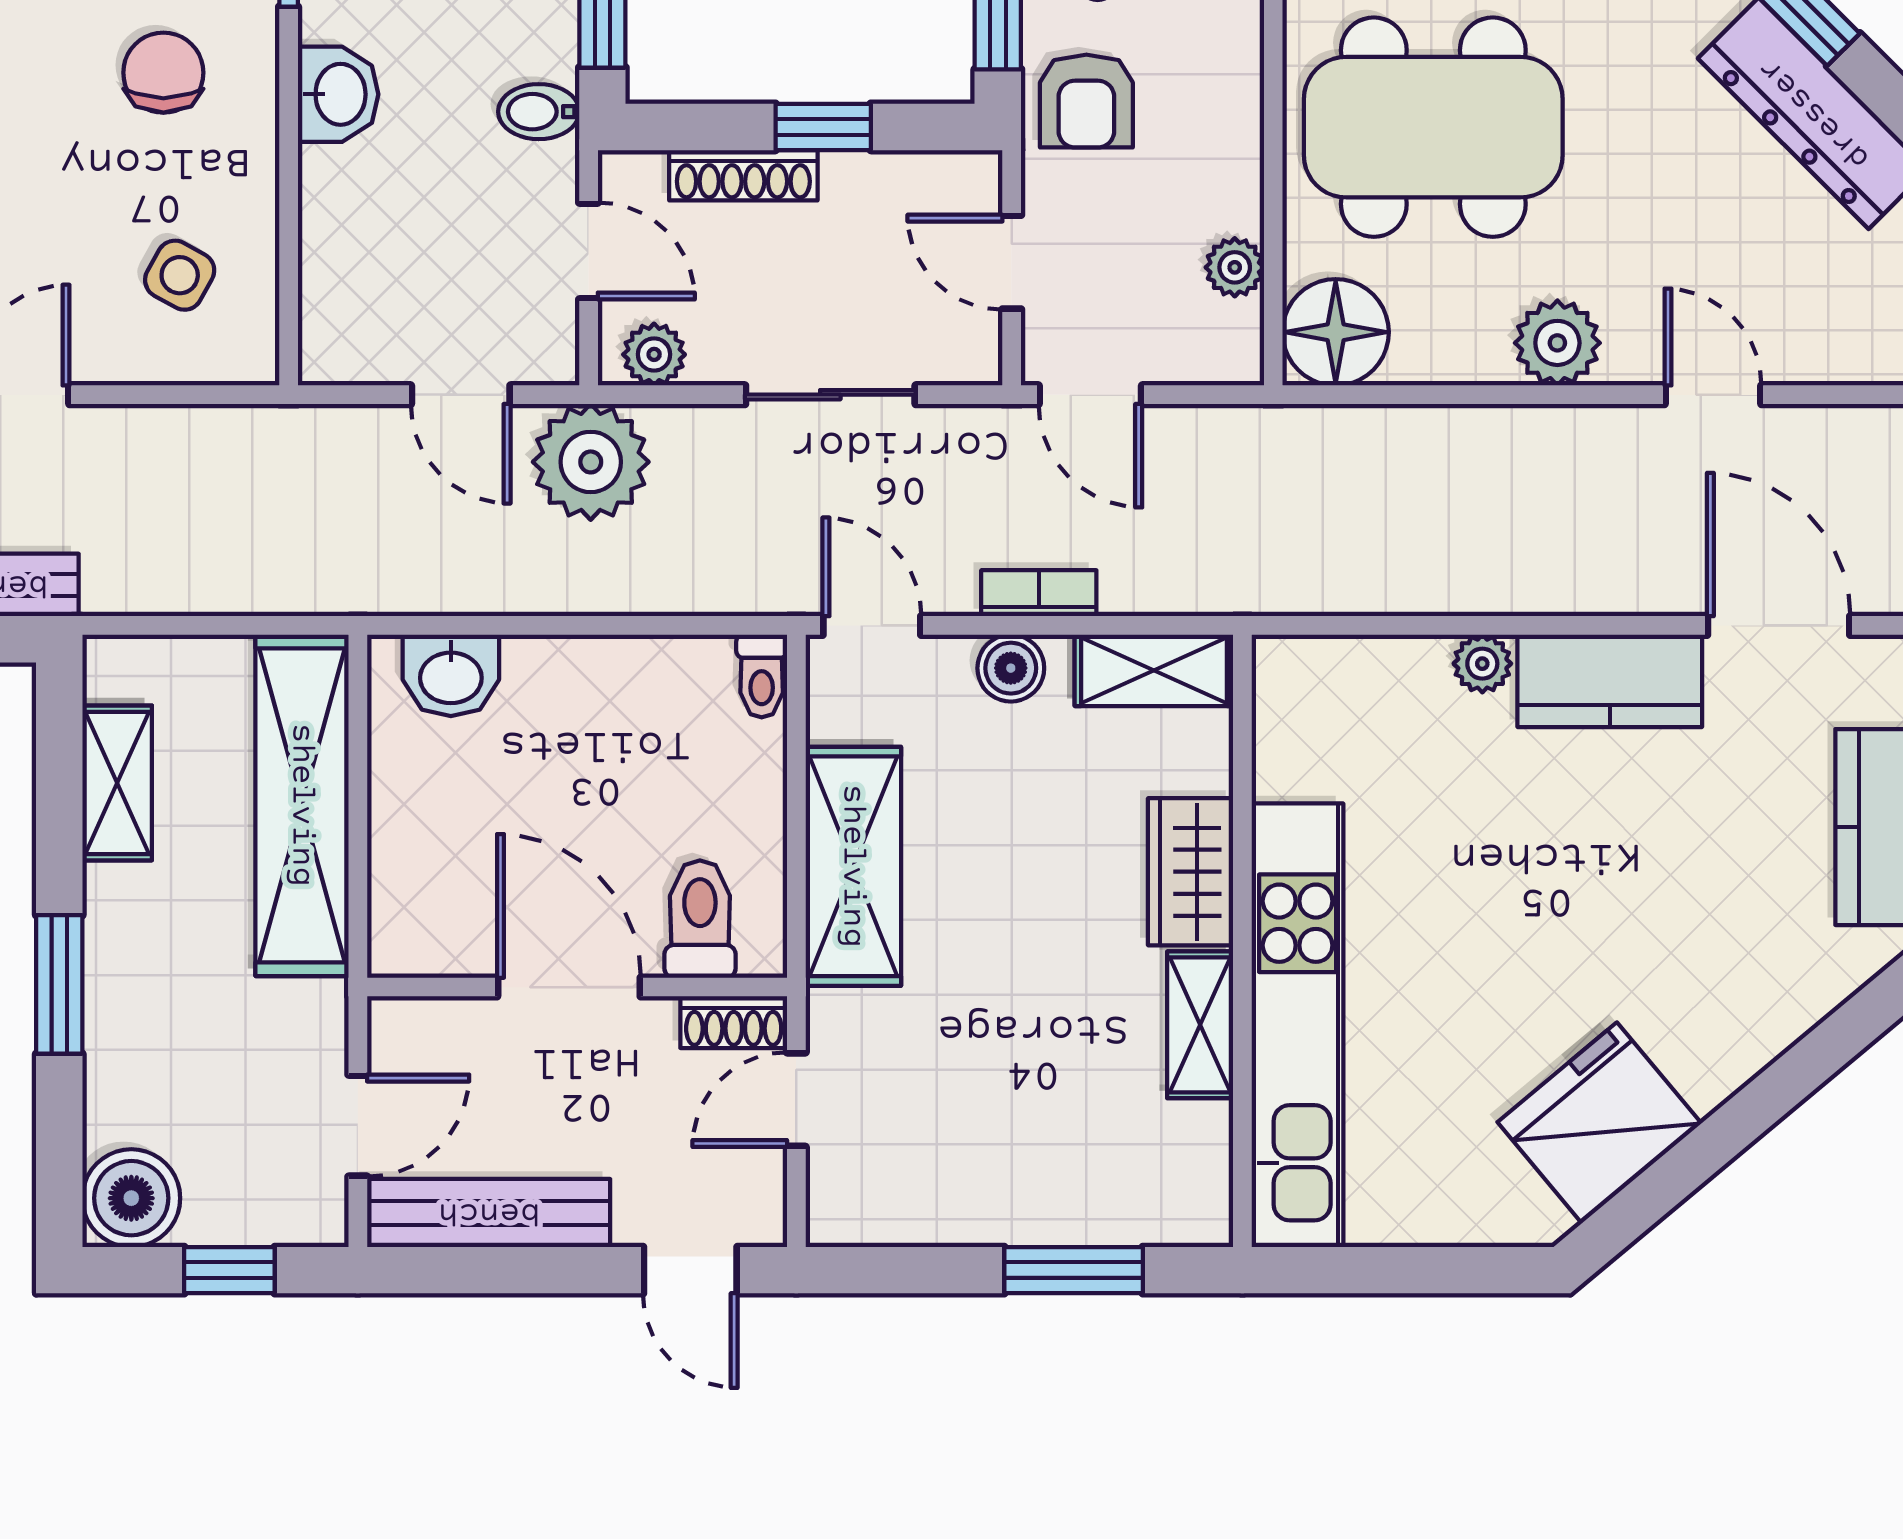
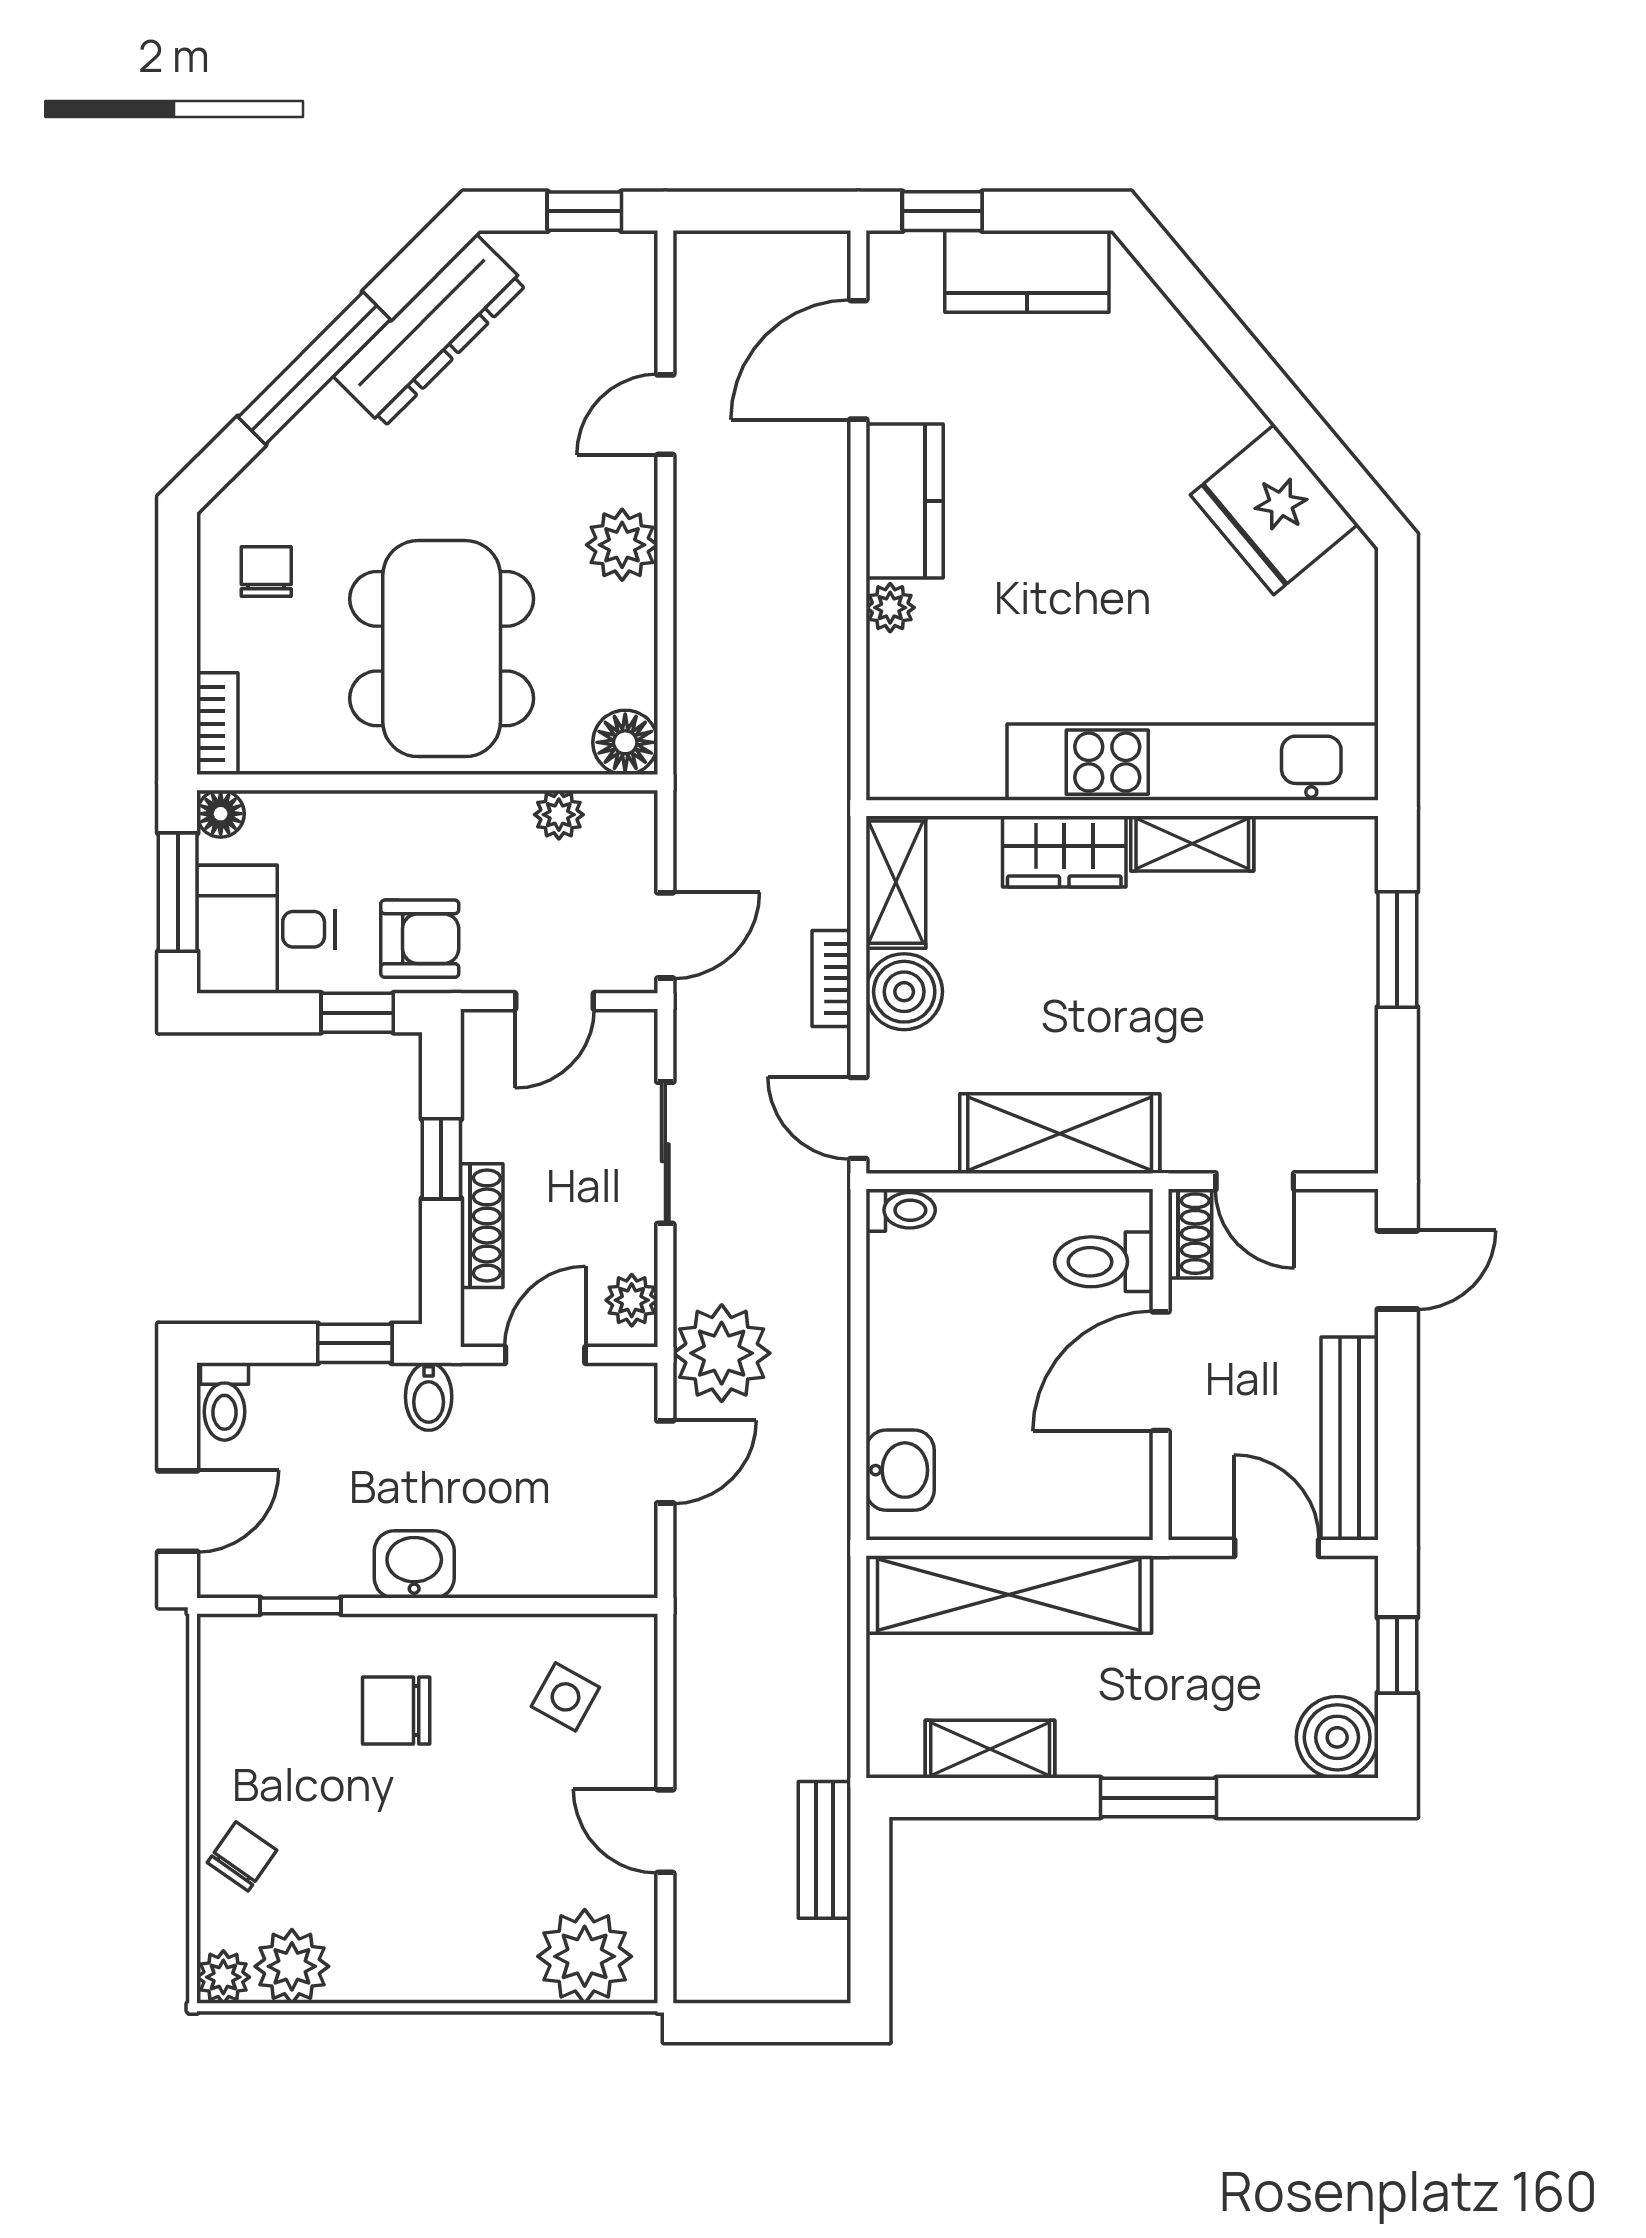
floor lamp: (1336, 332) -> (625, 742), width x0.73, depth x0.73
door: (872, 625) -> (858, 1118), hinge flipped
boiler: (1011, 668) -> (904, 992), width x1.36, depth x1.36

